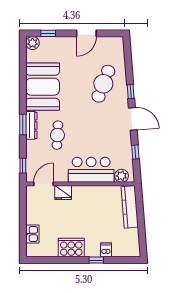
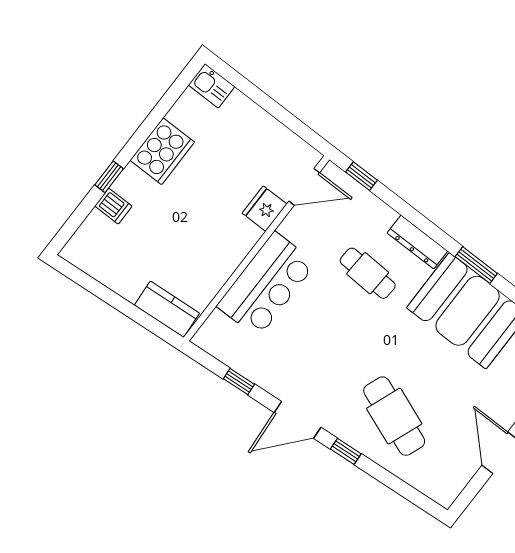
window: (23, 125) -> (476, 265), moved
plant: (122, 176) -> (217, 328), removed
door: (43, 184) -> (304, 187), hinge flipped
kitchen counter: (130, 207) -> (167, 309), width x0.67
kitchen sink: (32, 234) -> (212, 86), moved

